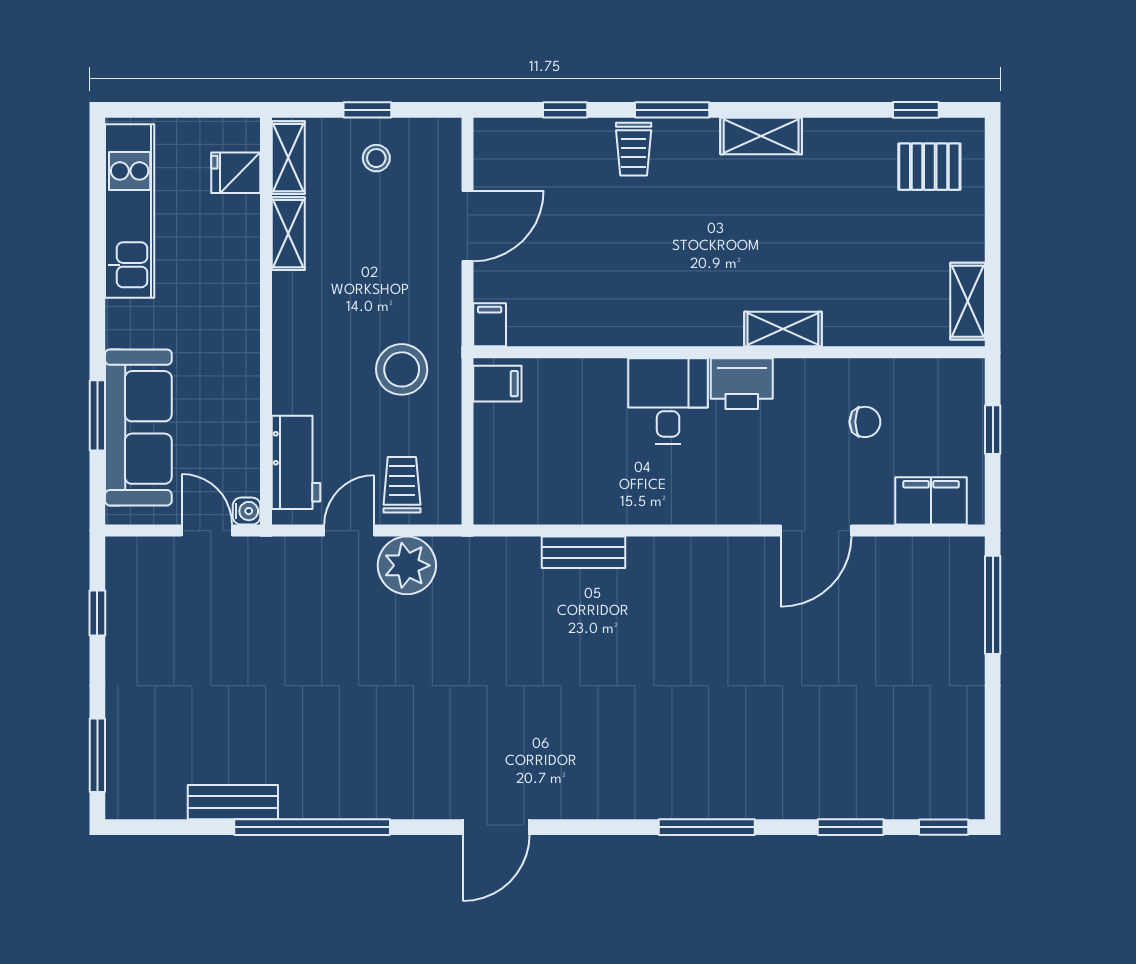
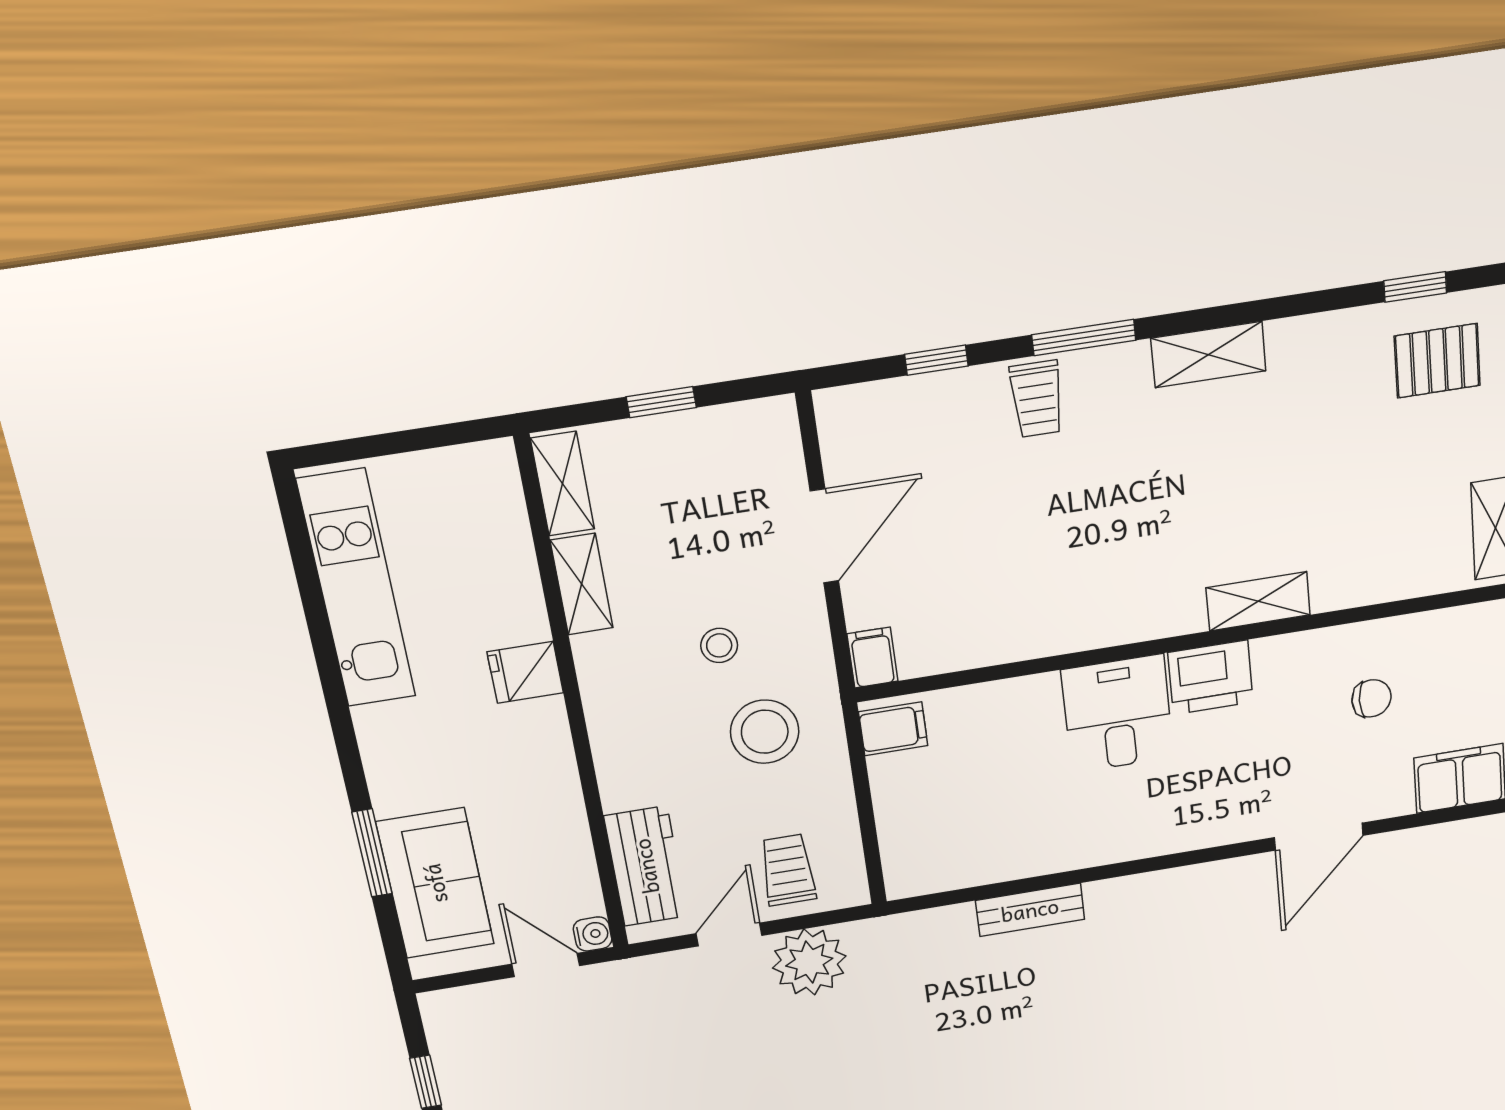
stool: (376, 158) -> (719, 645), moved
fridge: (236, 173) -> (525, 672), moved
sofa: (138, 427) -> (435, 883), width x0.73

